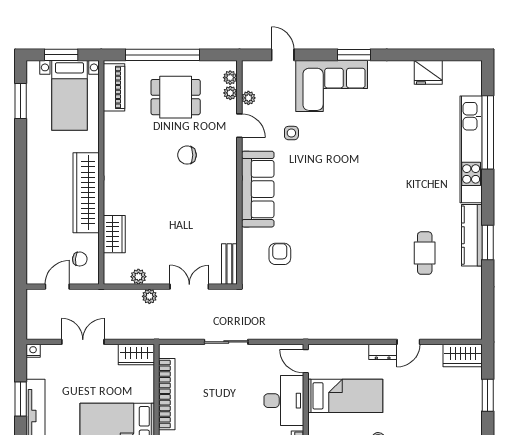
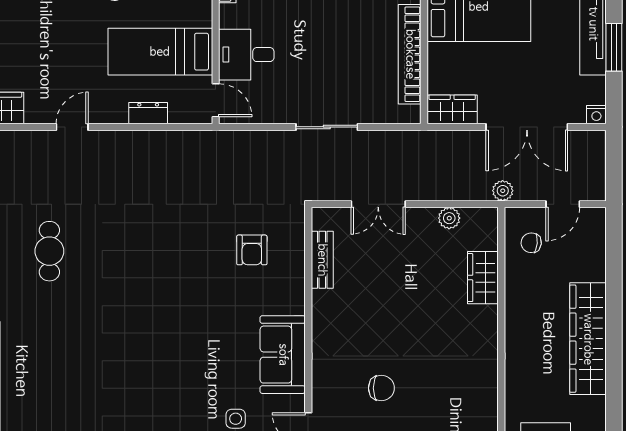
sofa: (258, 189) -> (283, 355), width x0.73
wardrobe: (86, 193) -> (588, 339), moved, turned 180
bench: (229, 264) -> (322, 260), moved
plant: (149, 296) -> (503, 191), moved
double door: (83, 342) -> (527, 127), width x1.37
dresser: (383, 352) -> (148, 113), moved
desk: (284, 401) -> (246, 55), width x0.73

